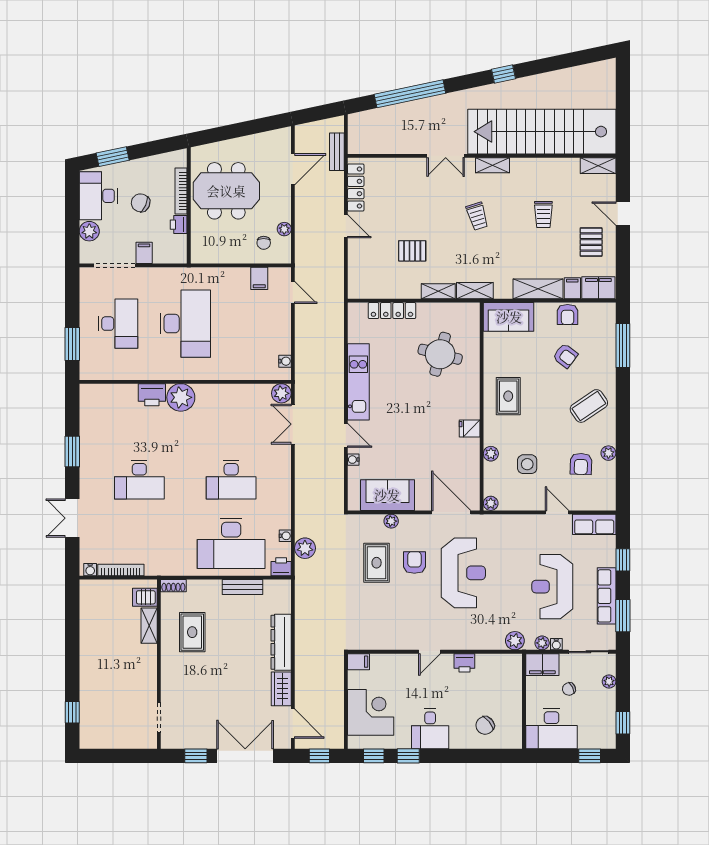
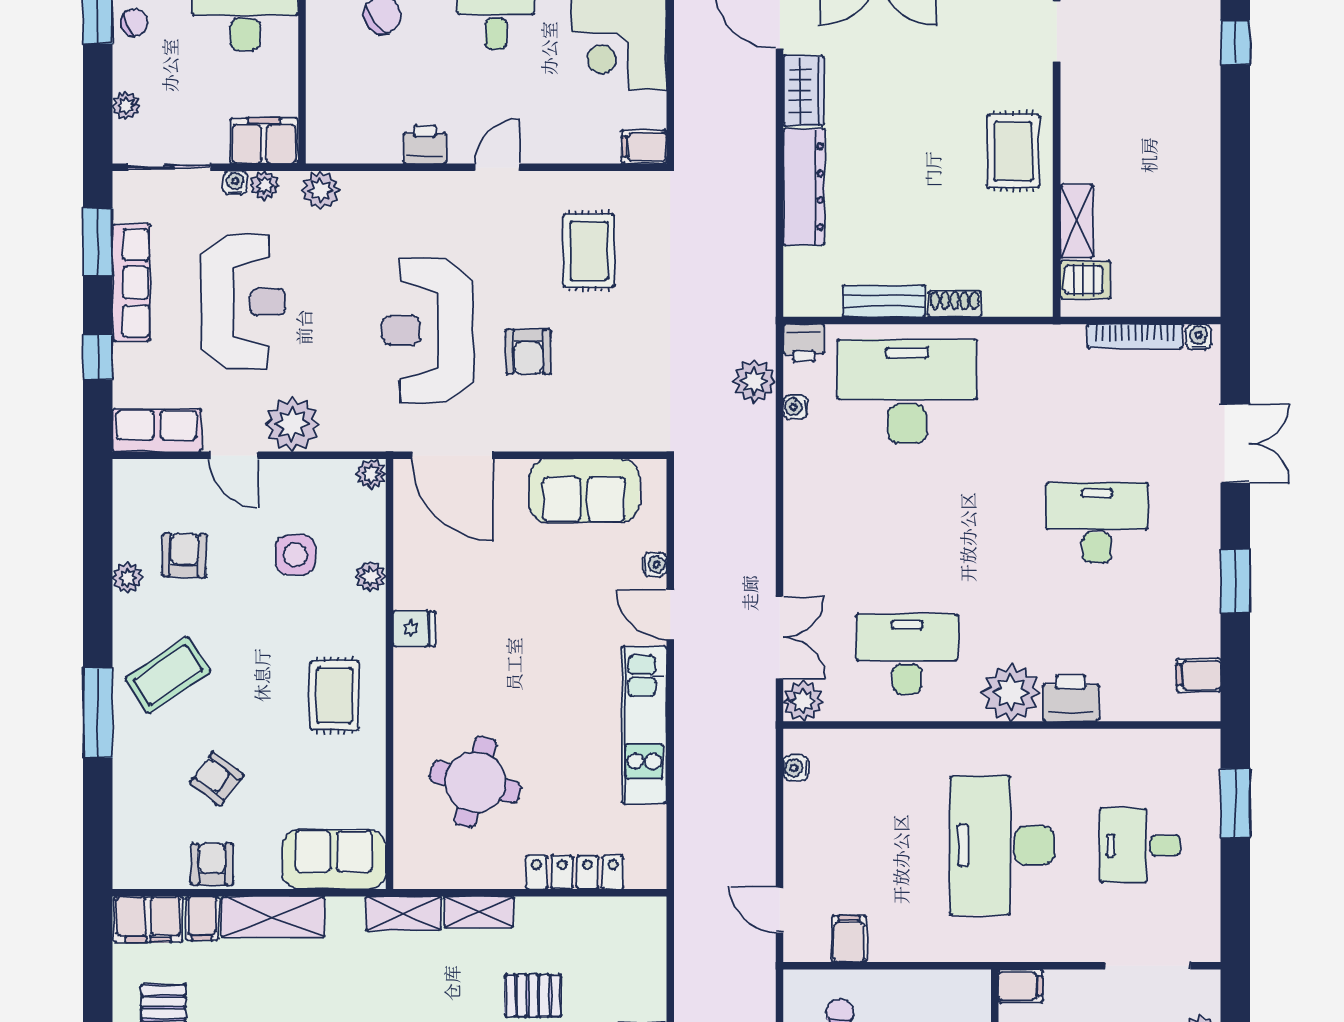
filing cabinet: (144, 253) -> (1020, 986), moved, turned -90
desk: (118, 324) -> (1140, 845), width x0.73
window: (623, 346) -> (98, 713), moved
filing cabinet: (90, 406) -> (1198, 675), added
desk: (231, 480) -> (907, 654), moved
plant: (391, 521) -> (292, 424), moved, width x1.88, depth x1.88
rug: (377, 563) -> (589, 251), moved
shoe rack: (173, 586) -> (955, 304), moved
rug: (192, 632) -> (1013, 151), moved
chair: (569, 689) -> (134, 22), moved

